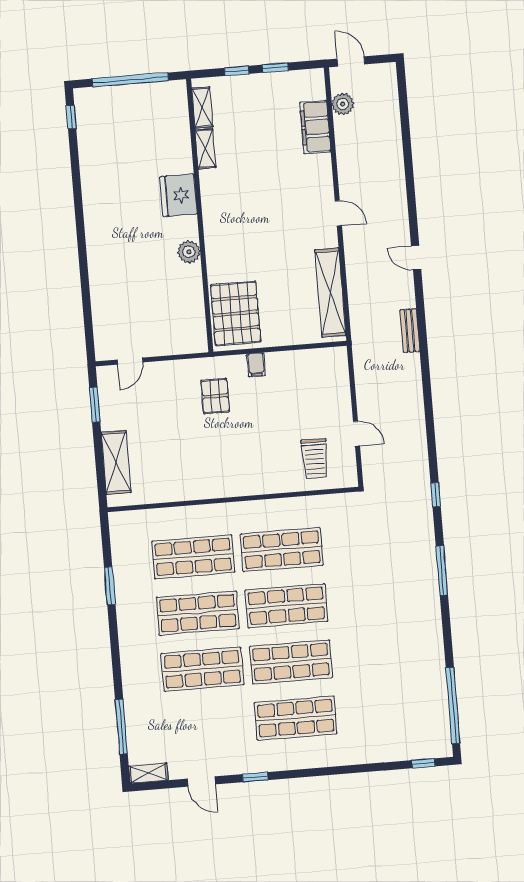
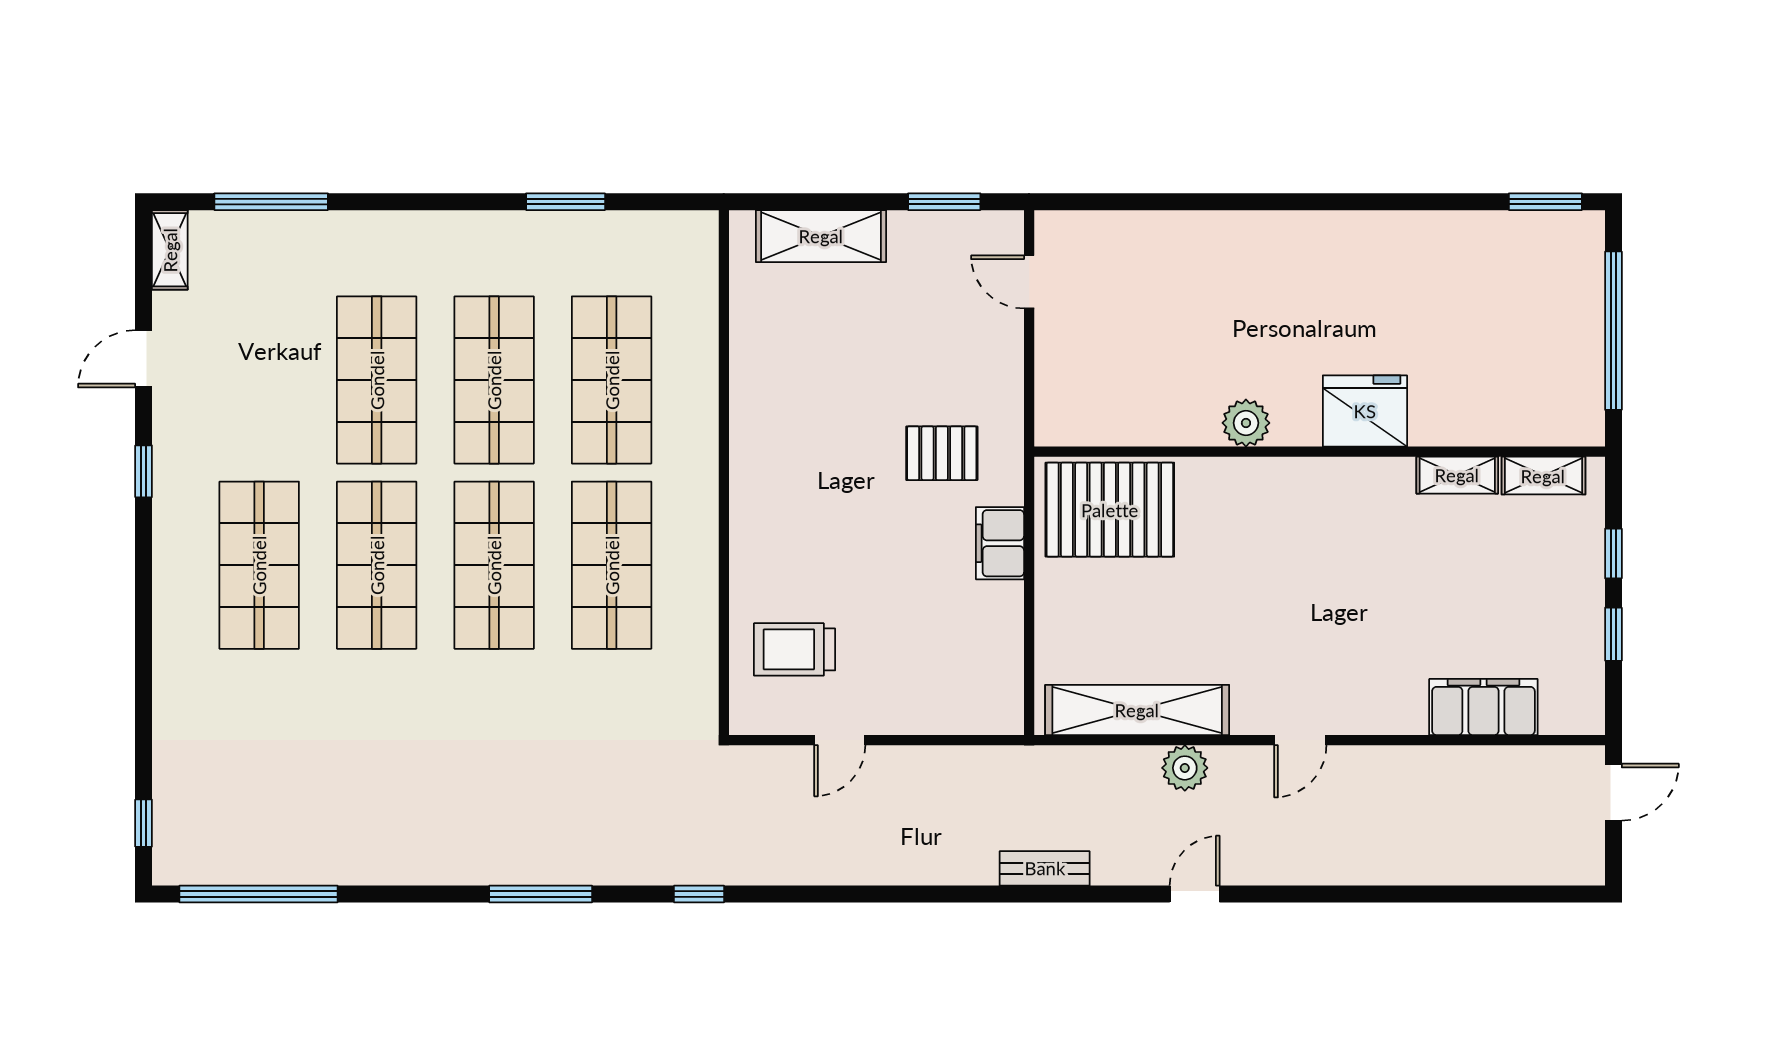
plant: (343, 104) -> (1185, 768), moved
window: (71, 117) -> (1545, 202), width x1.50
filing cabinet: (256, 365) -> (1000, 543), width x2.00

